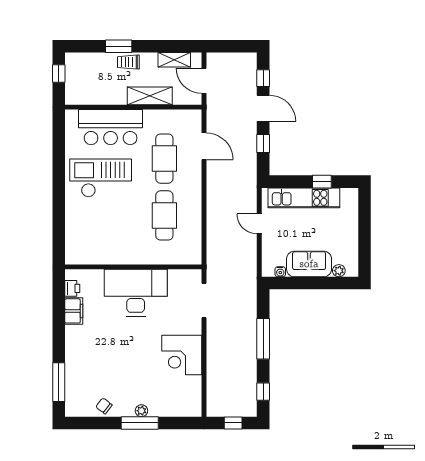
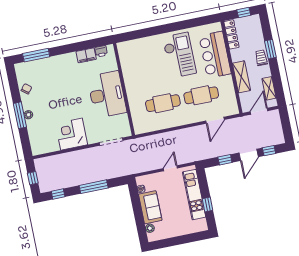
locker: (86, 98) -> (231, 34), added

